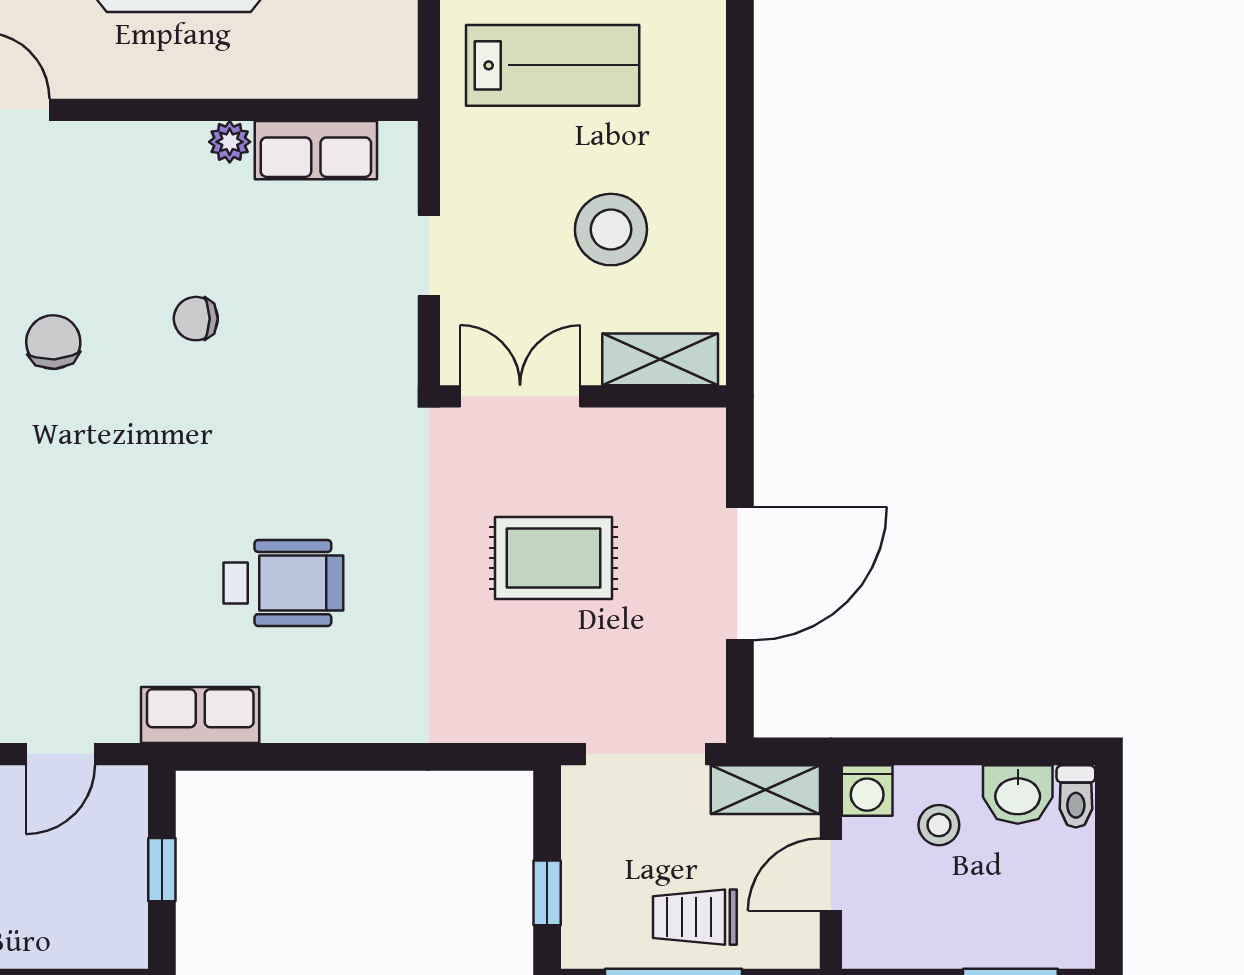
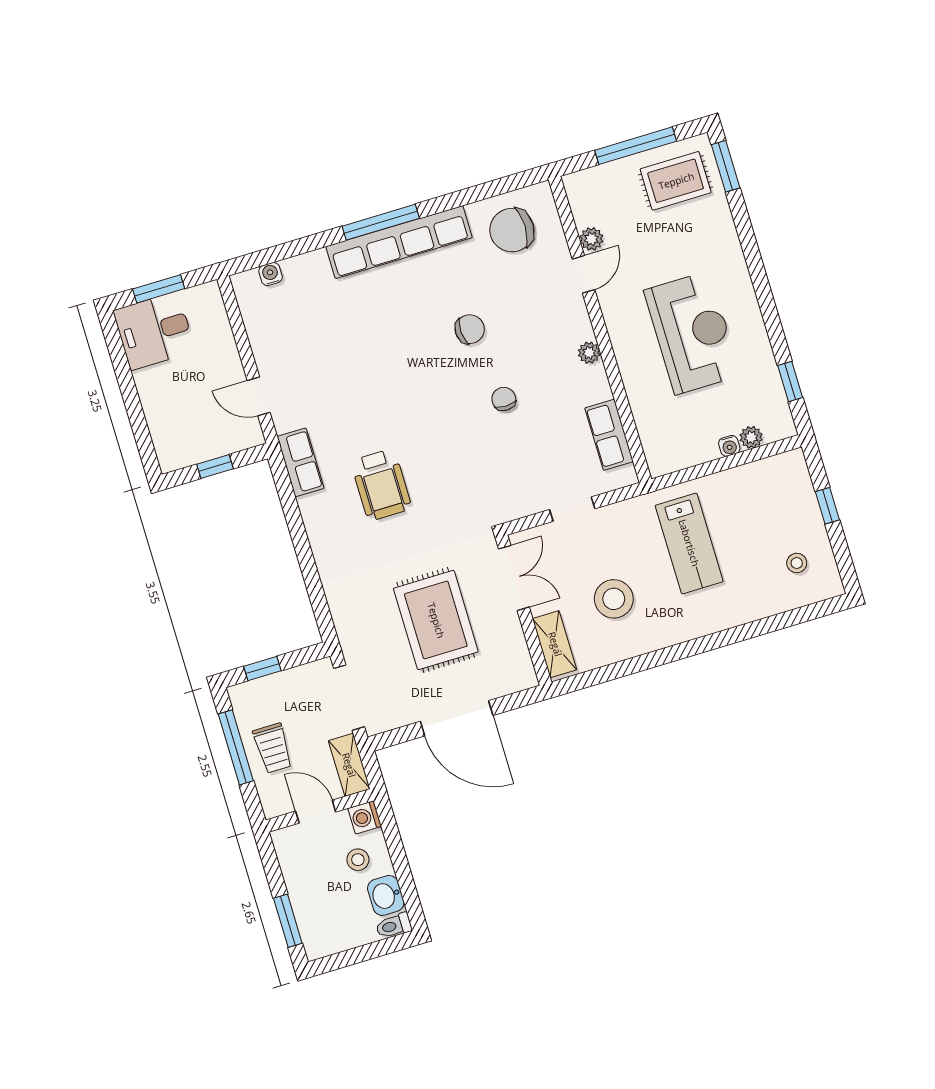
plant: (230, 142) -> (589, 353), moved
rug: (553, 558) -> (436, 620), width x1.36, depth x1.43
trolley: (695, 917) -> (273, 748), turned 180

